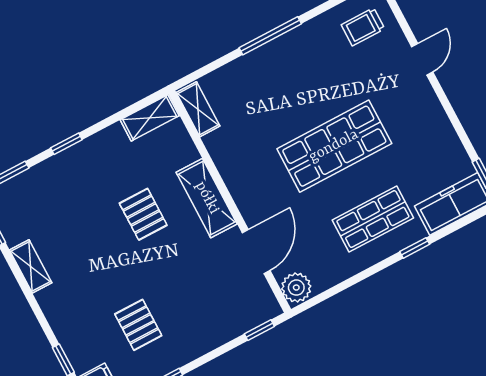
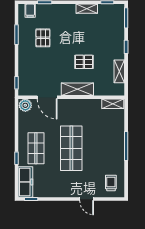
shelving: (150, 118) -> (119, 71), moved
pallet: (138, 325) -> (43, 38), turned 90

